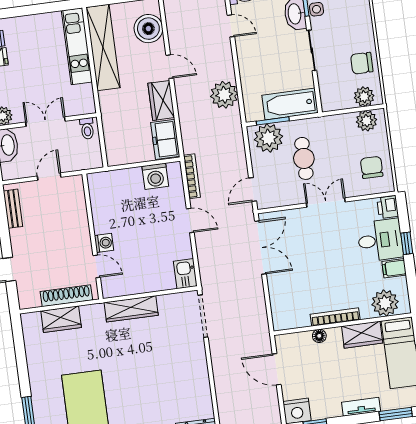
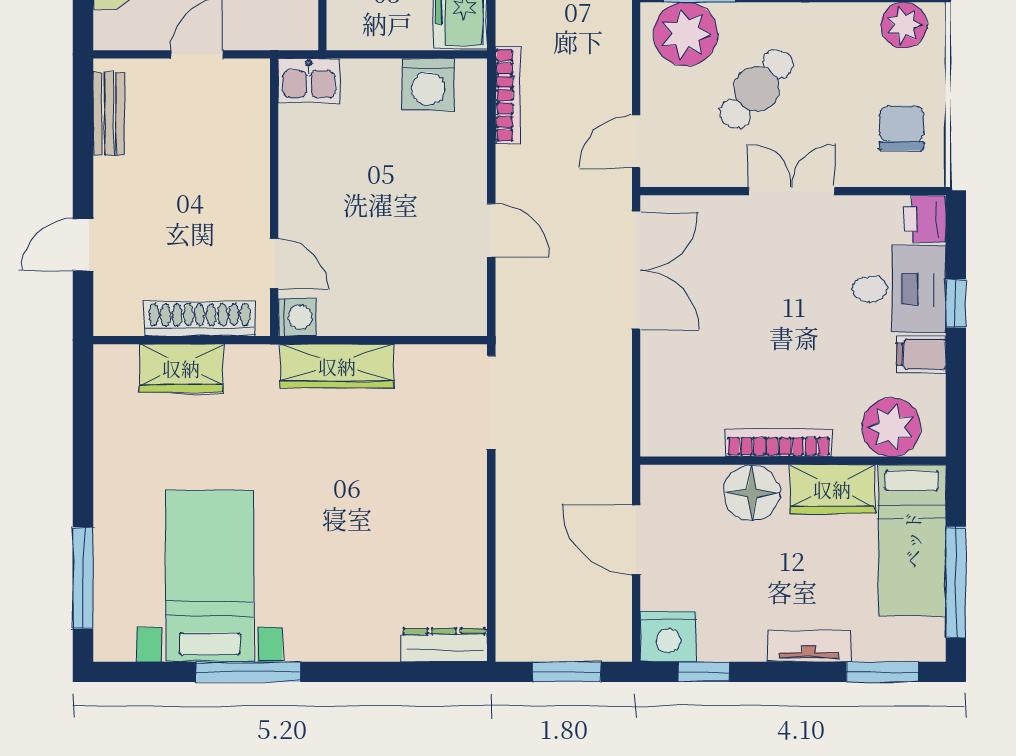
cafe table: (304, 158) -> (757, 89), turned 41
door: (190, 221) -> (491, 230), moved
washing machine: (104, 243) -> (297, 317), moved
kitchen sink: (185, 274) -> (309, 81), moved, turned -90
floor lamp: (319, 336) -> (752, 493), width x1.89, depth x1.89

